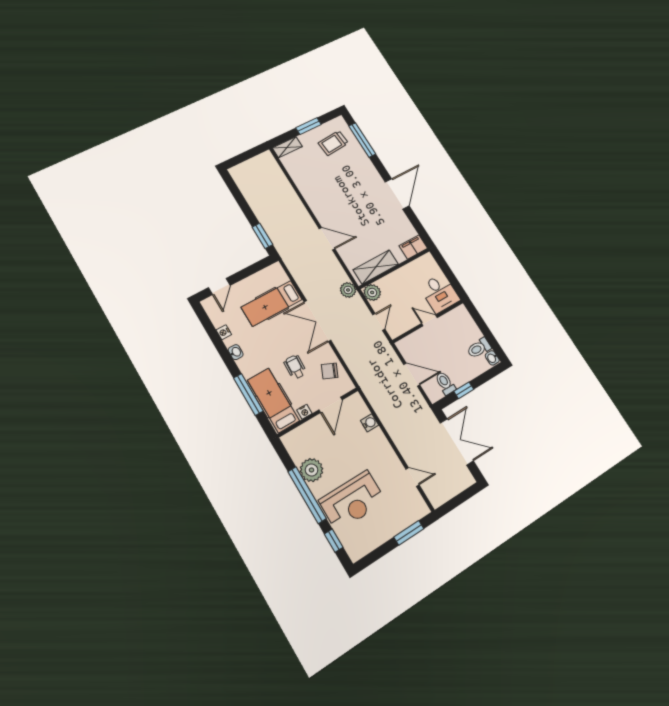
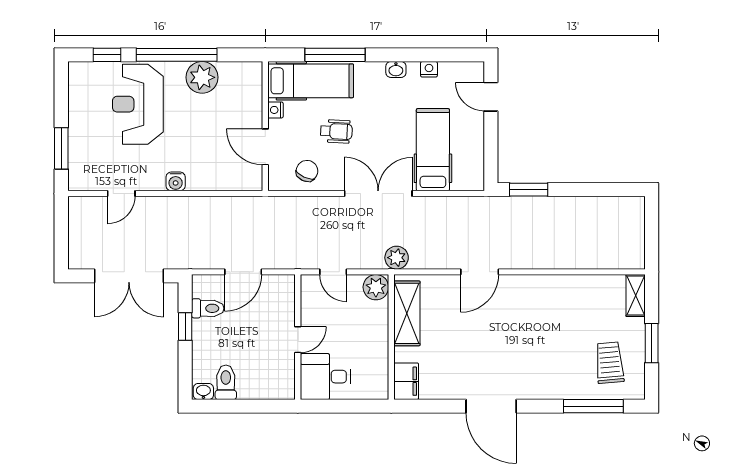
water cooler: (370, 423) -> (176, 181), moved

